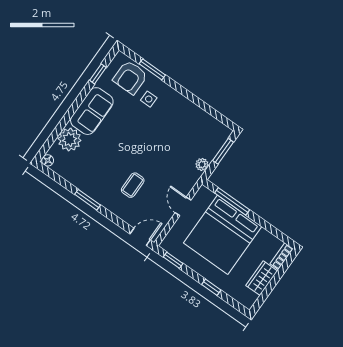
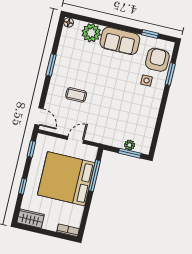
armchair: (130, 77) -> (157, 60), turned 90
plant: (202, 164) -> (129, 145), moved
wardrobe: (262, 278) -> (31, 218), moved

